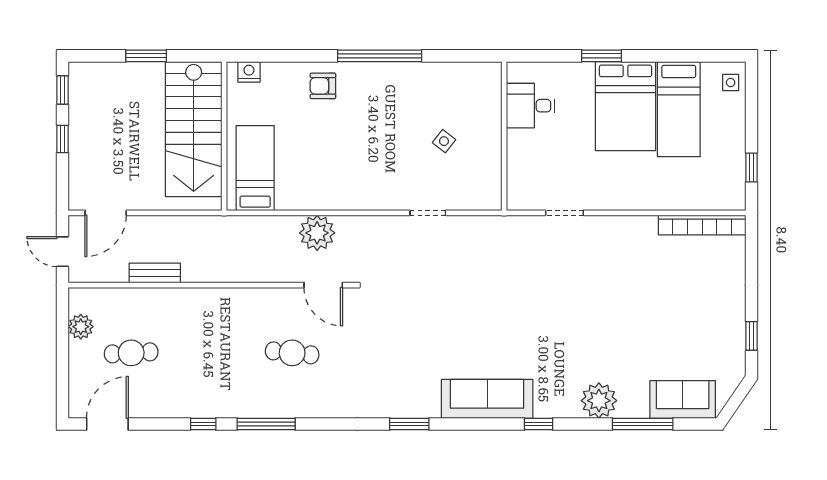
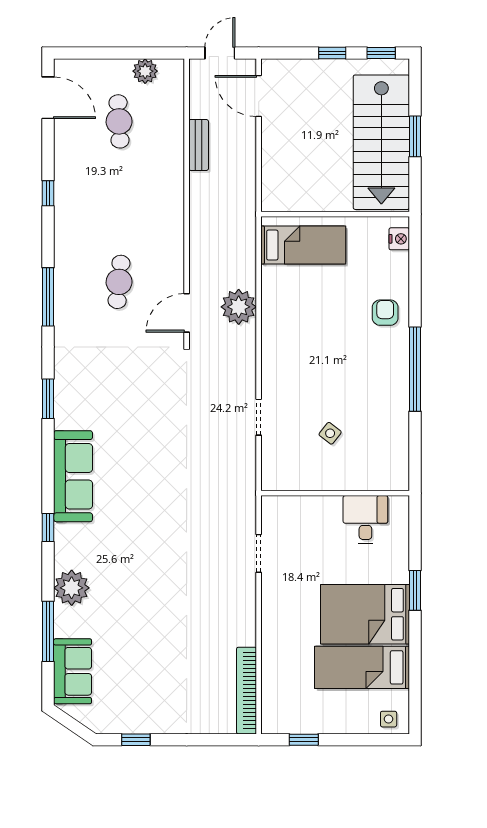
stairs: (194, 129) -> (381, 142), moved, turned -90
window: (266, 424) -> (48, 297), moved

